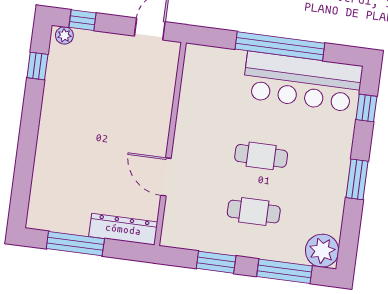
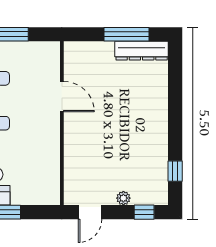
plant: (64, 35) -> (123, 198), moved
dresser: (123, 229) -> (142, 51), moved

